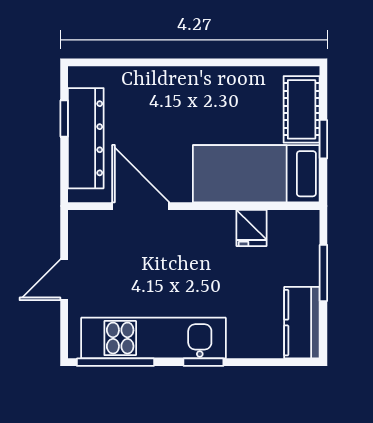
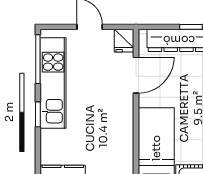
fridge: (251, 228) -> (124, 41), moved, turned -90

